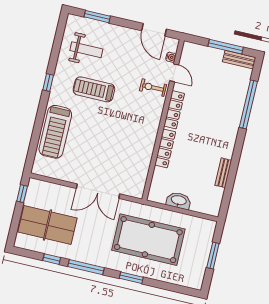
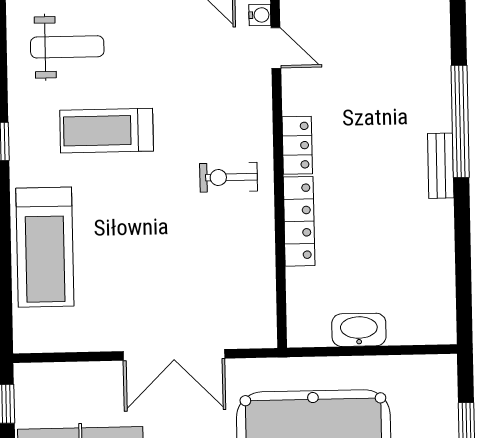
exercise bike: (153, 88) -> (229, 177), moved
window: (248, 104) -> (460, 121), moved
locker: (174, 110) -> (297, 145), width x0.66
bench: (223, 173) -> (441, 166), moved

